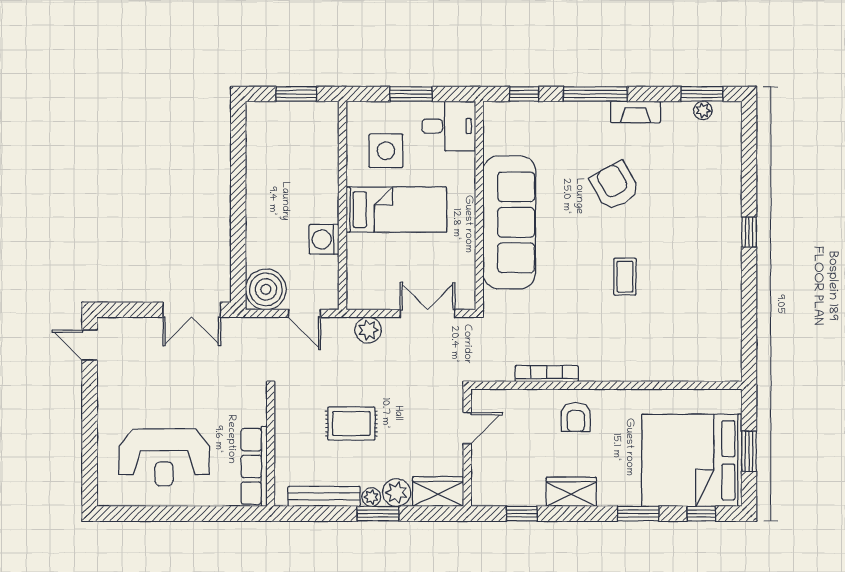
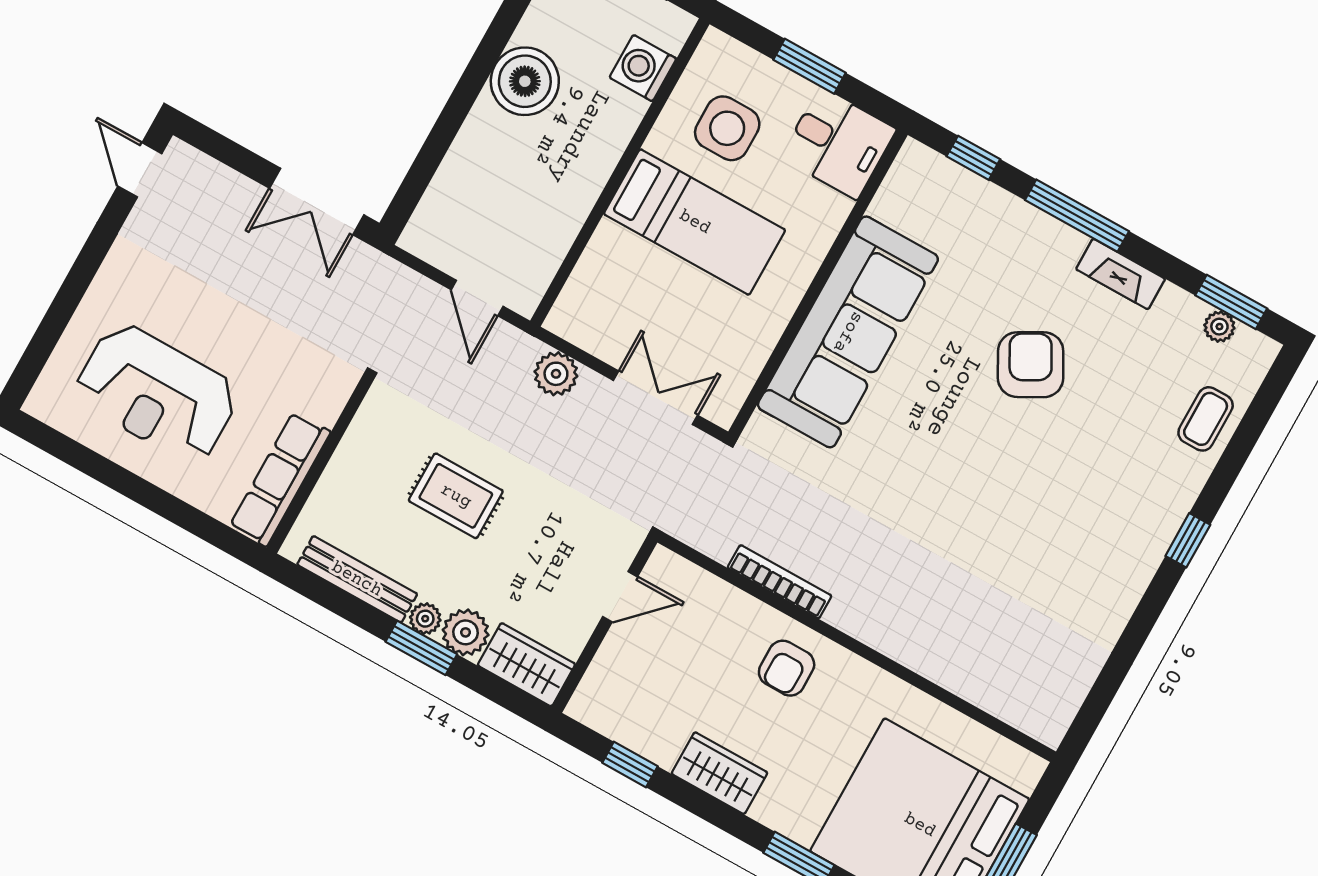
washing machine: (324, 239) -> (643, 68), moved
coffee table: (625, 277) -> (1206, 419), moved
boiler: (266, 289) -> (525, 81), moved

